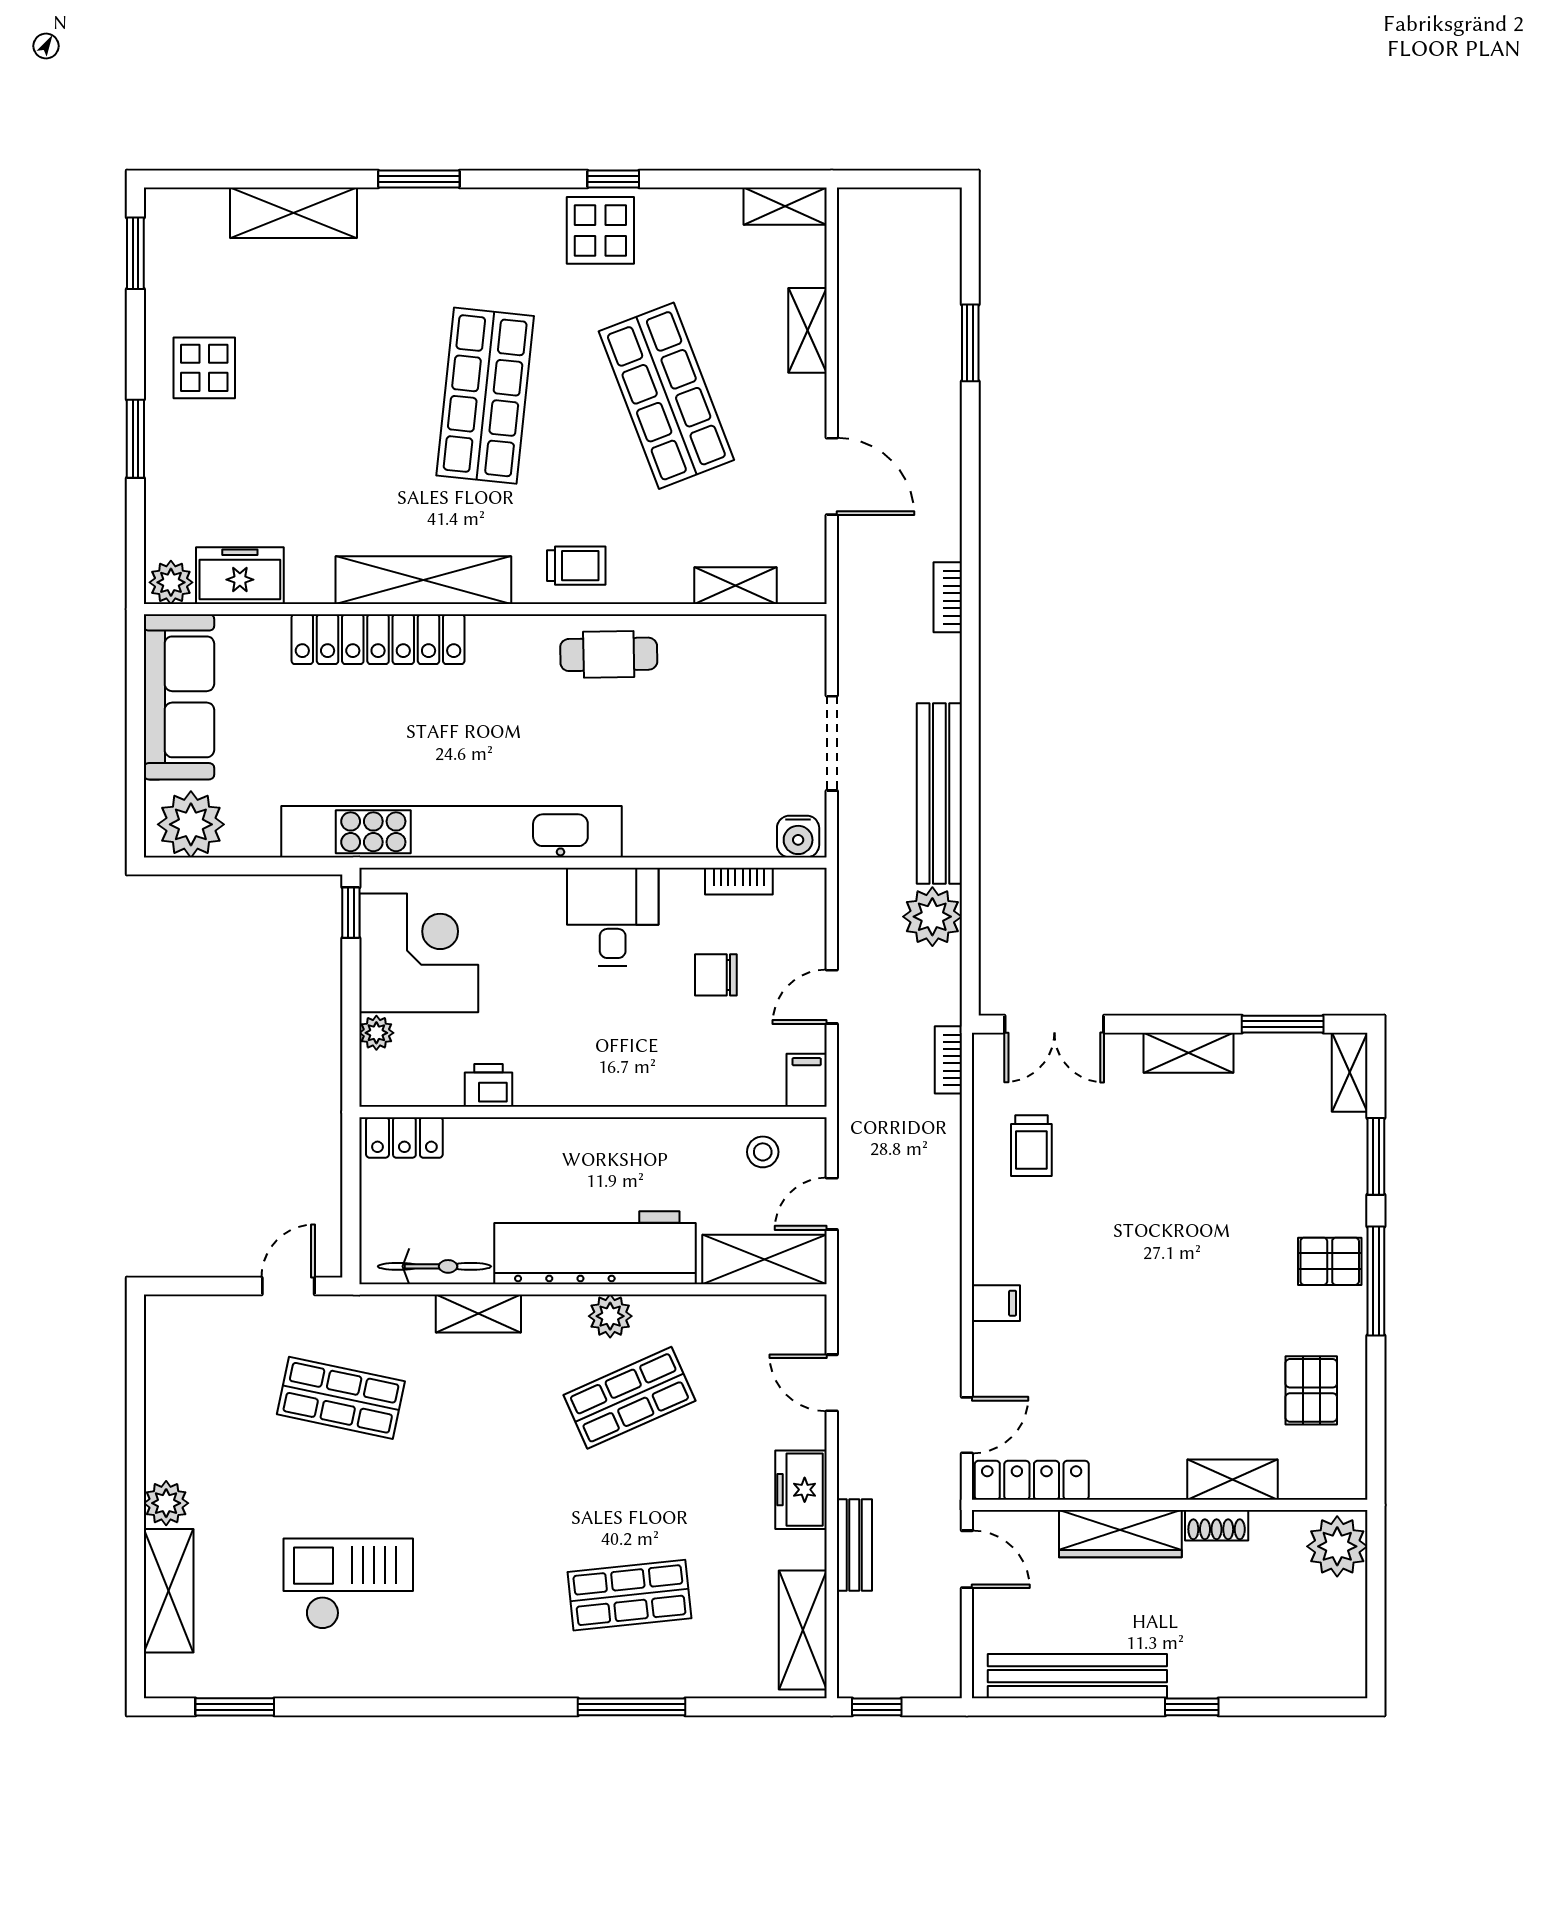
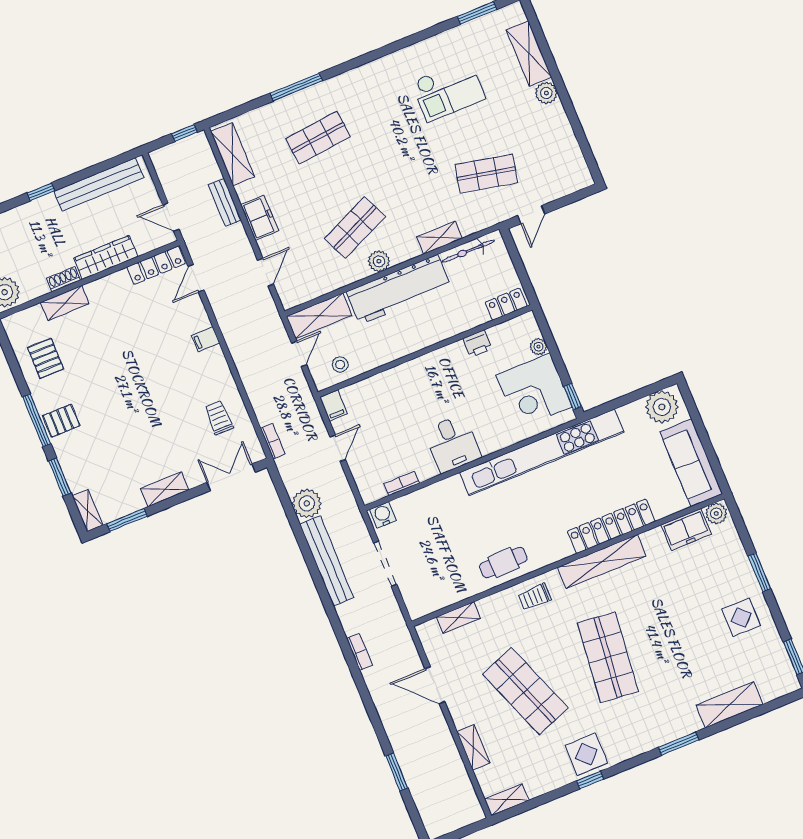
chair: (716, 975) -> (395, 436), removed
door: (832, 1383) -> (266, 272), hinge flipped

